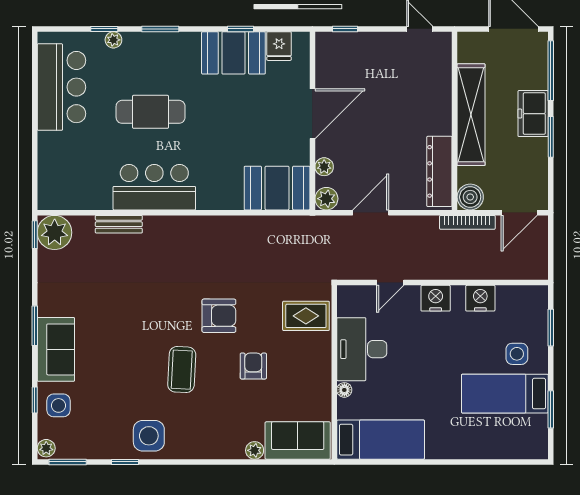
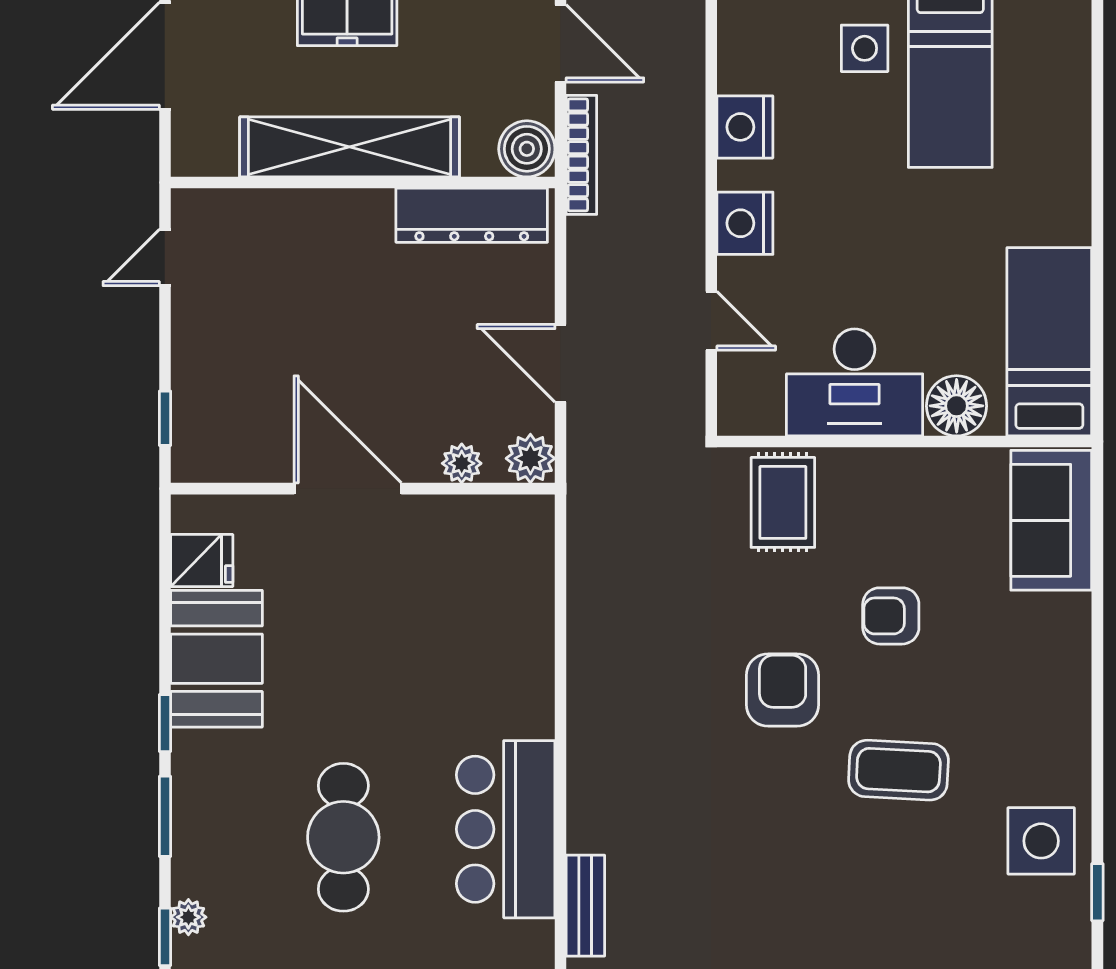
window: (240, 29) -> (165, 723), moved
booth: (277, 188) -> (508, 565), removed
floor lamp: (344, 390) -> (957, 406), width x1.89, depth x1.89
plant: (255, 450) -> (1073, 613), removed

